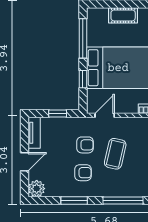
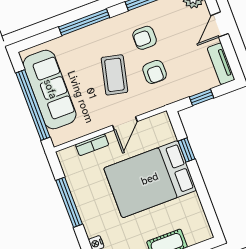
window: (83, 38) -> (205, 199), removed
door: (105, 115) -> (125, 123), moved
armchair: (85, 145) -> (155, 72), turned -90

